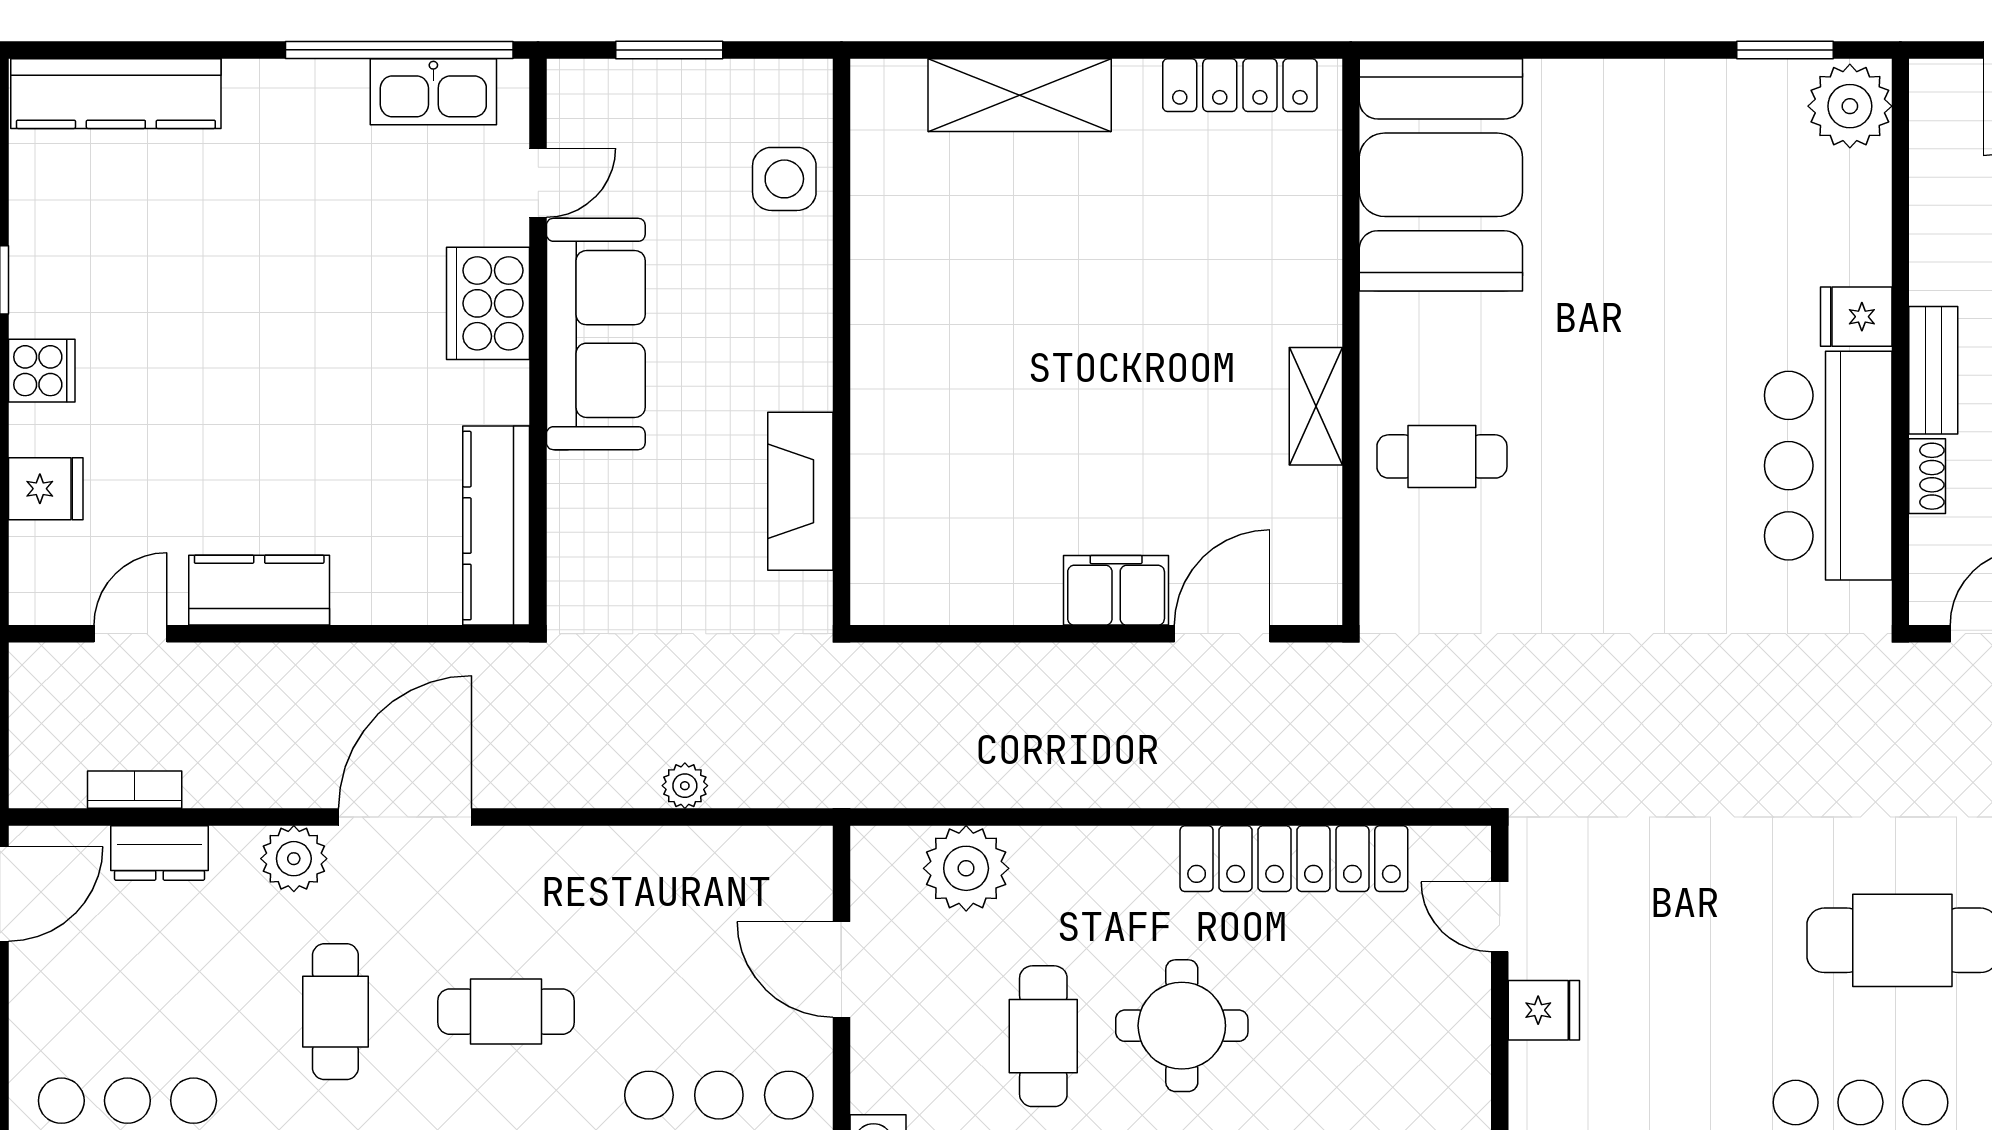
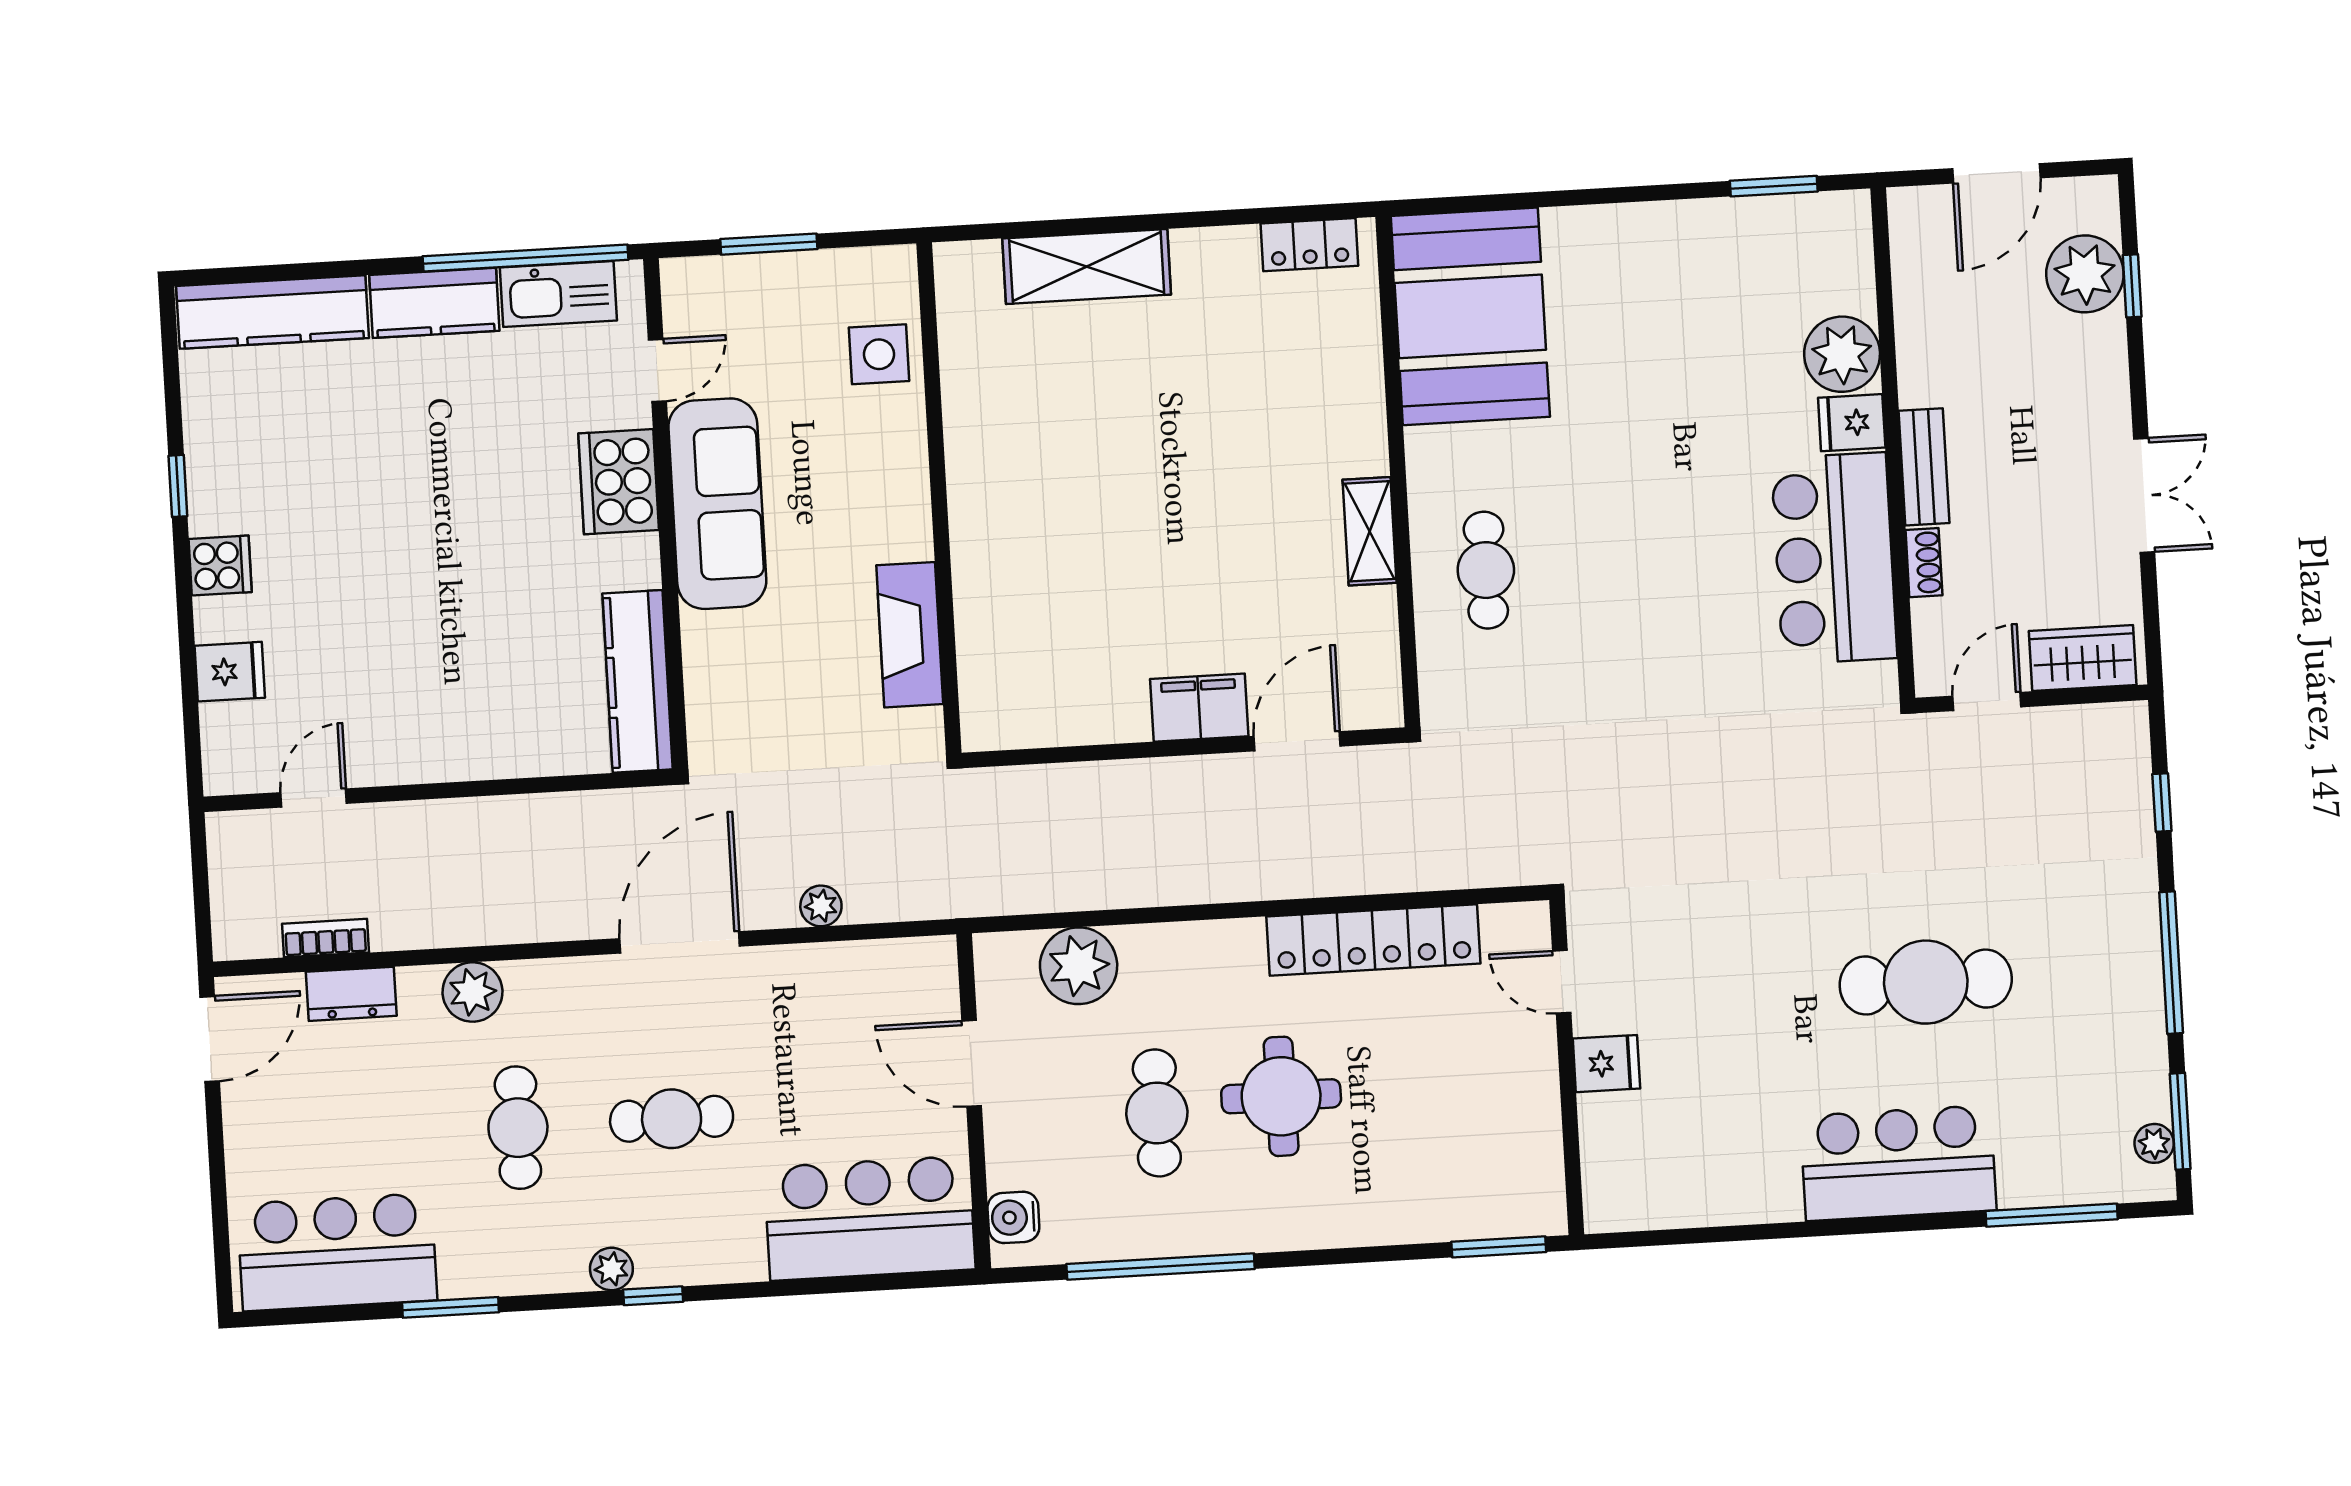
locker: (1240, 85) -> (1309, 245), width x0.66
plant: (1850, 106) -> (1842, 354), moved
cafe table: (1442, 456) -> (1486, 570), turned 90
kitchen counter: (259, 590) -> (434, 303), moved, turned 180
door: (405, 817) -> (680, 942), moved

